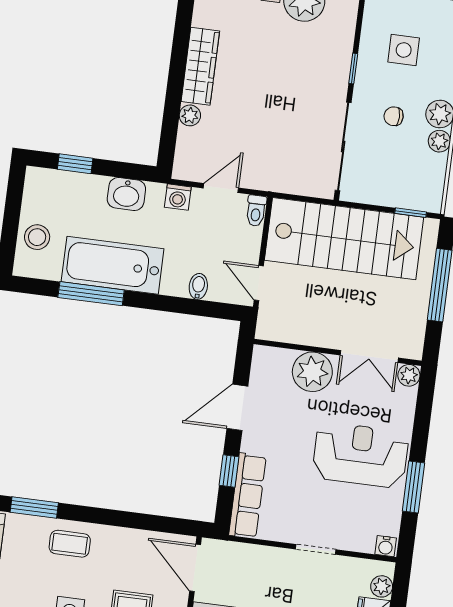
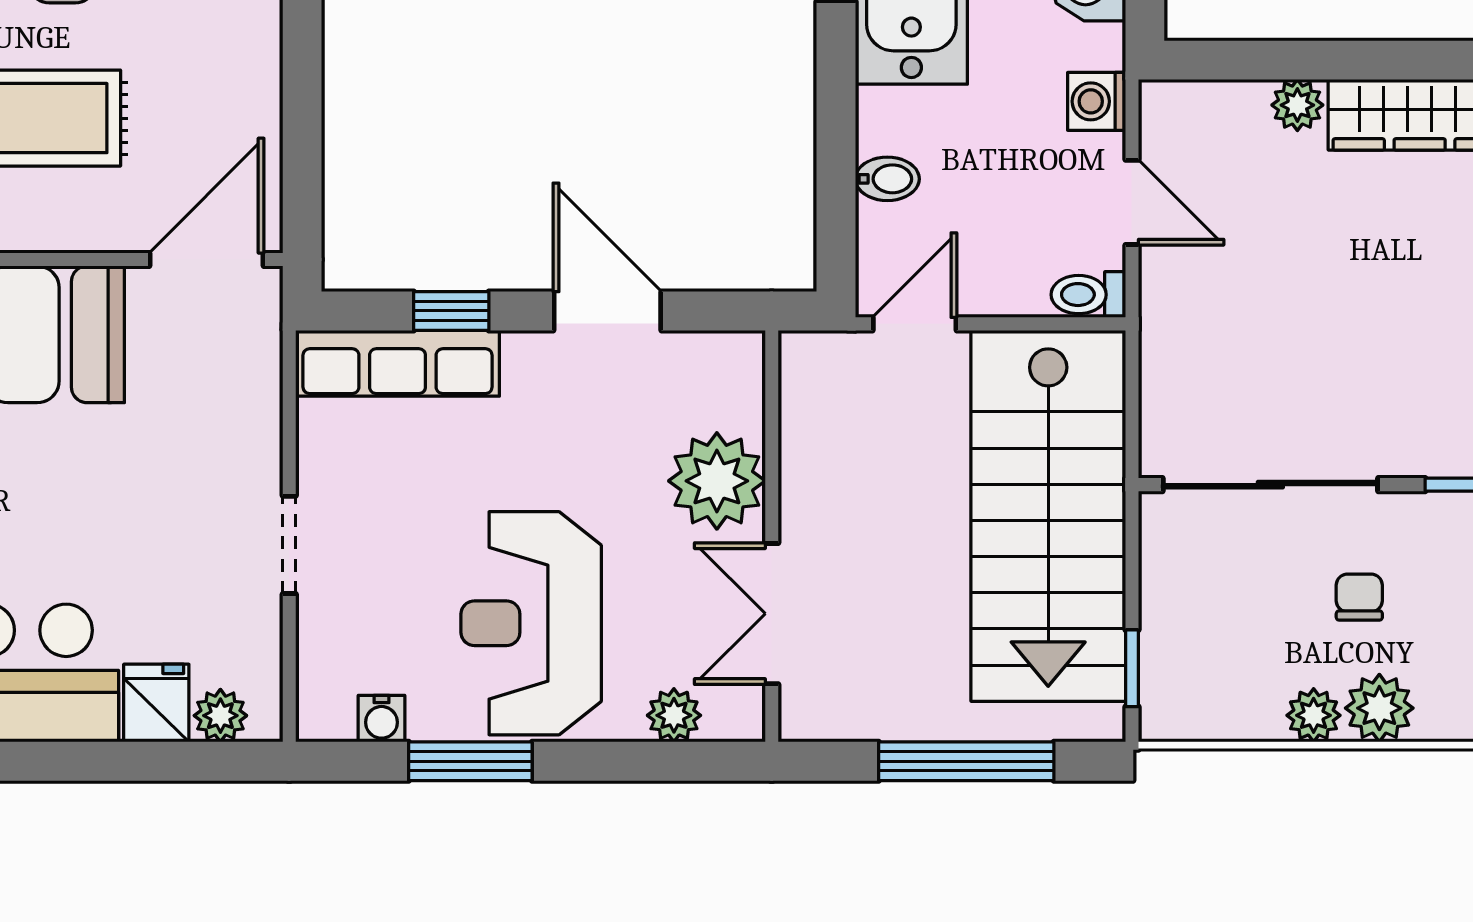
plant: (409, 375) -> (674, 715), moved
reception desk: (360, 455) -> (531, 623), turned 180
water cooler: (386, 546) -> (381, 719), moved, turned -90

